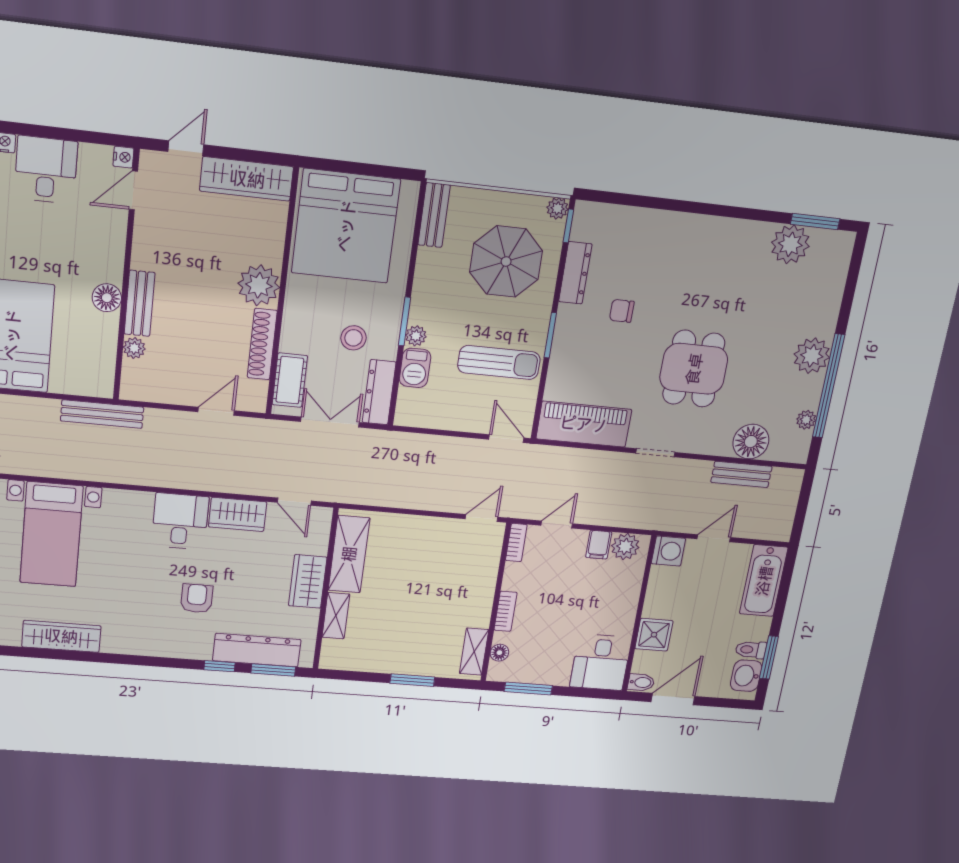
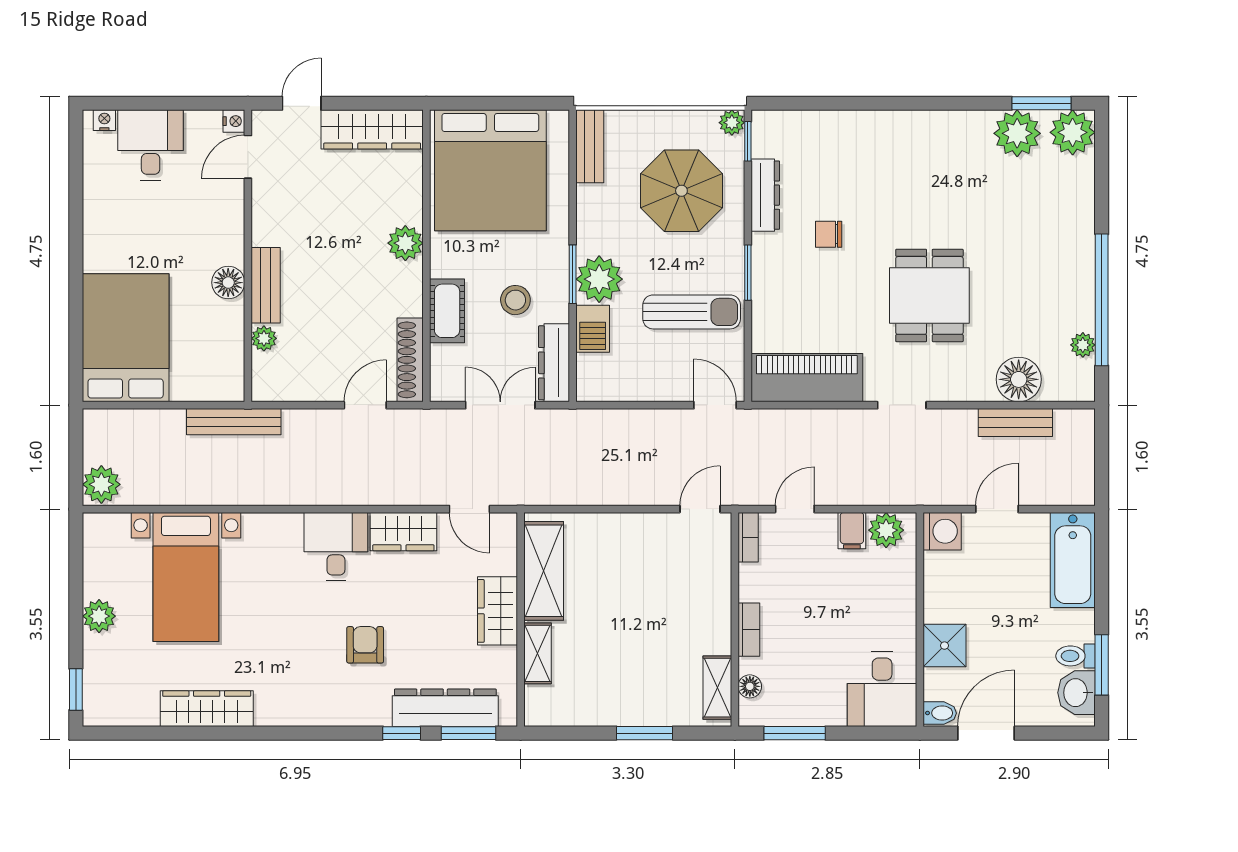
plant: (259, 285) -> (405, 243), width x0.73, depth x0.73
plant: (416, 336) -> (599, 279), width x1.88, depth x1.88
shoe rack: (262, 344) -> (410, 360), moved
plant: (812, 356) -> (1073, 132), moved
cot: (290, 380) -> (447, 311), moved

